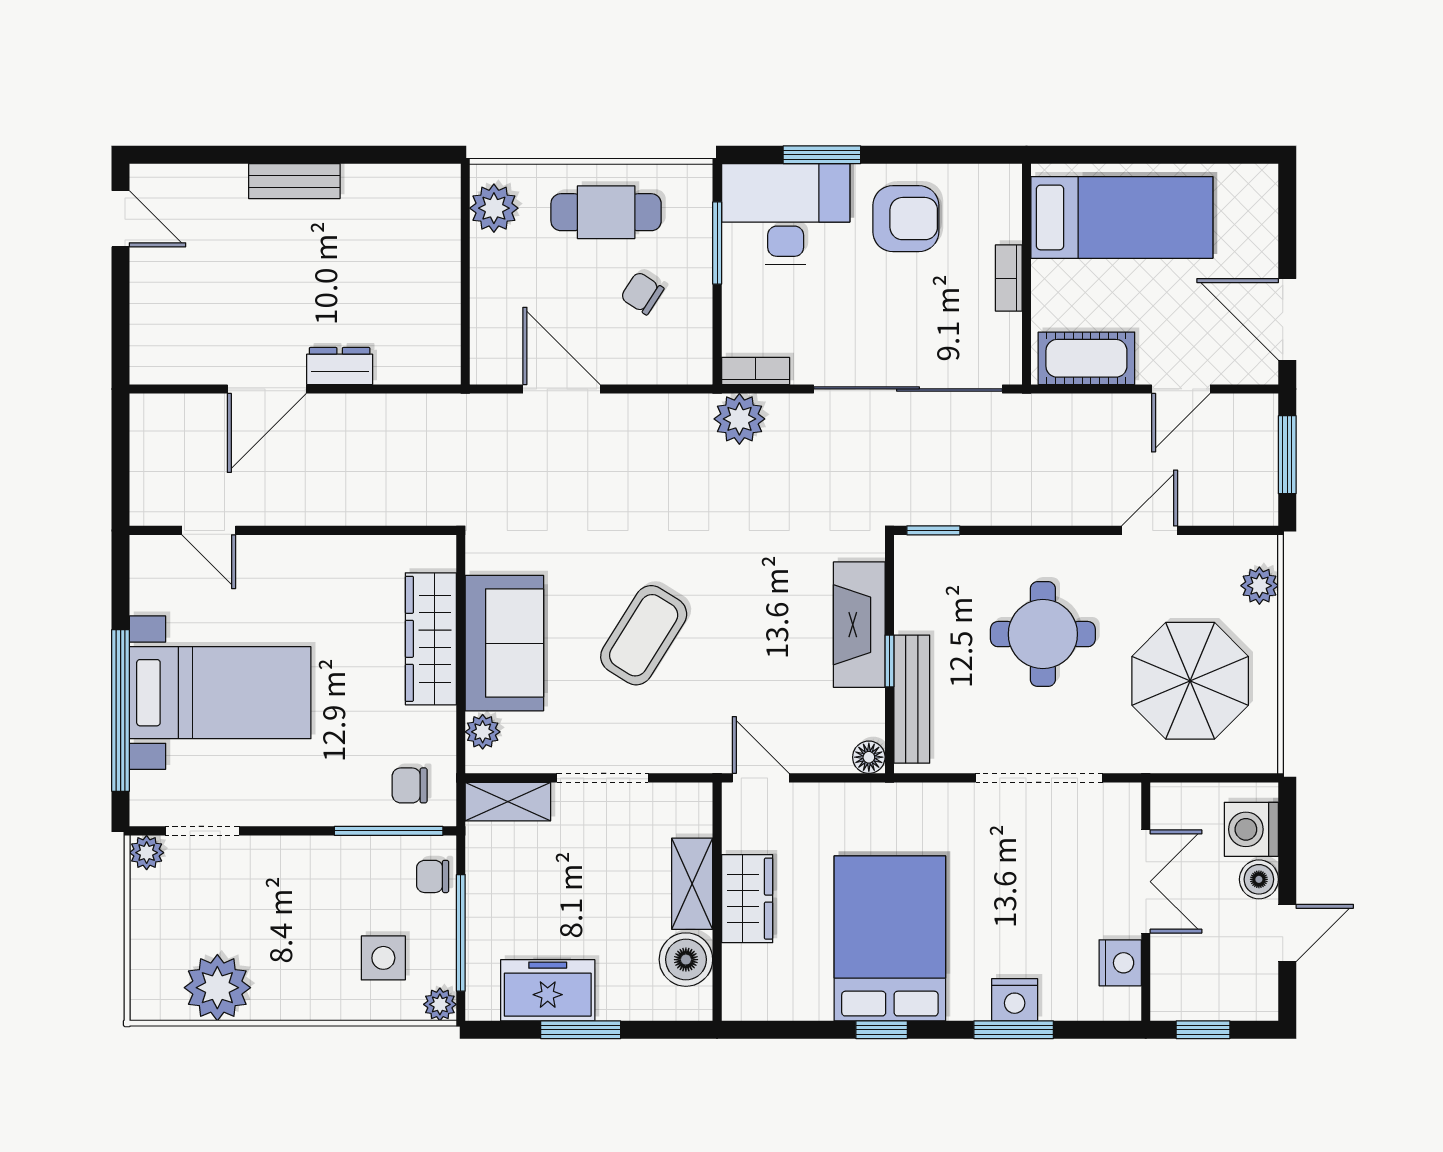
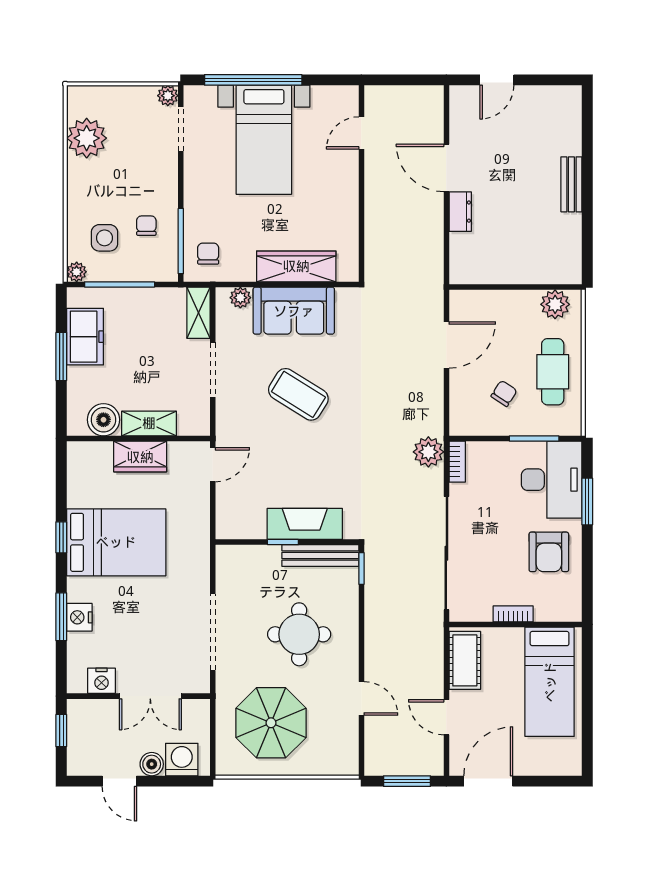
door: (121, 219) -> (497, 80), moved
plant: (1259, 586) -> (328, 764), removed
bench: (912, 699) -> (320, 556), moved
floor lamp: (869, 757) -> (225, 530), removed
chair: (433, 876) -> (146, 226), moved

